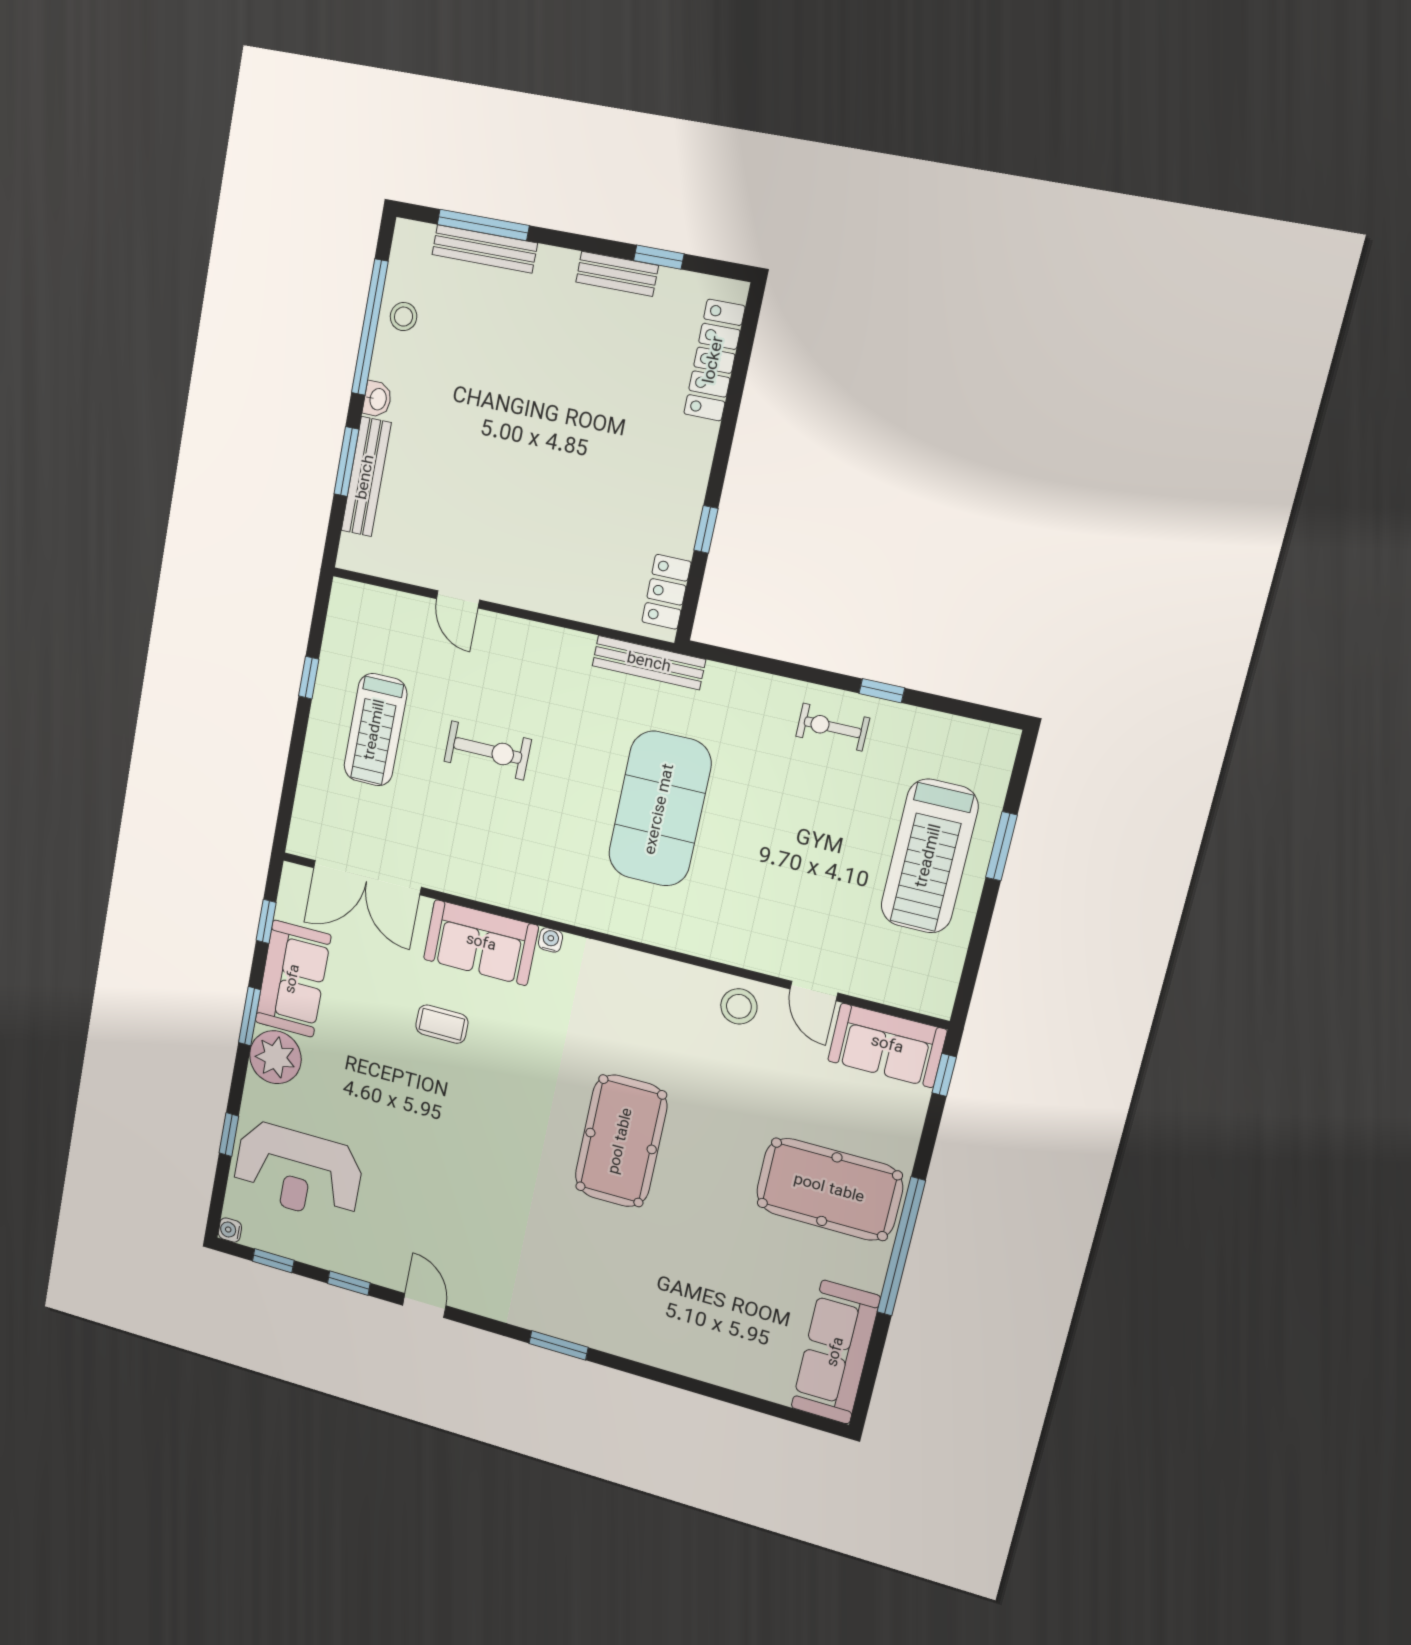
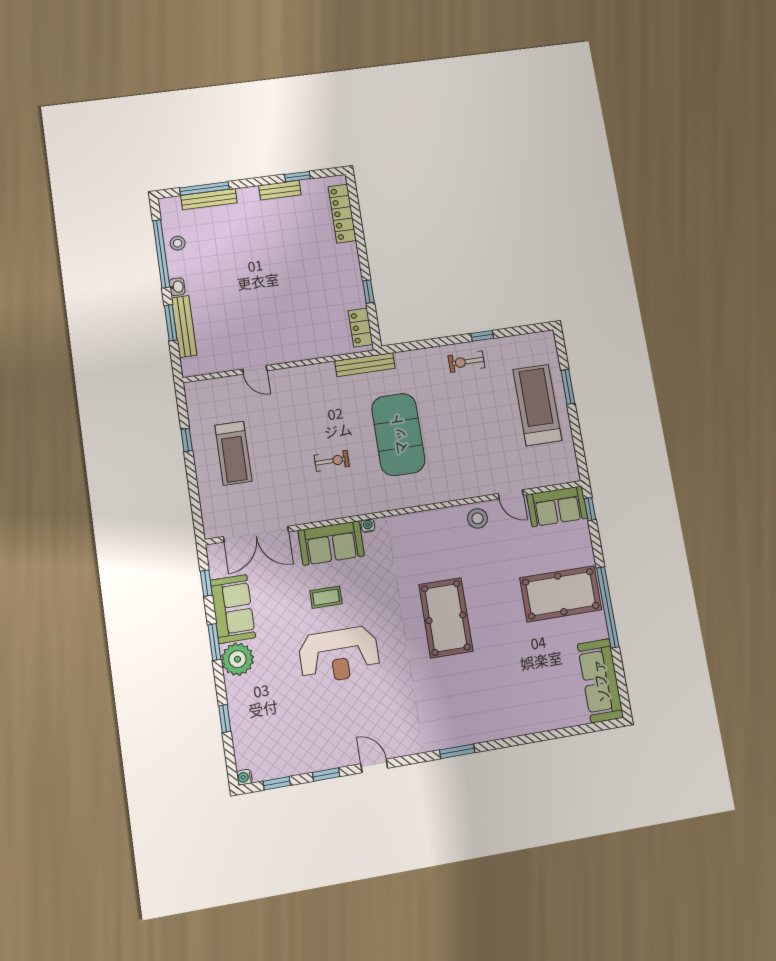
exercise bike: (488, 750) -> (332, 461), moved, width x0.73, depth x0.72
treadmill: (929, 856) -> (537, 405), turned 180
reception desk: (298, 1172) -> (339, 655), moved

